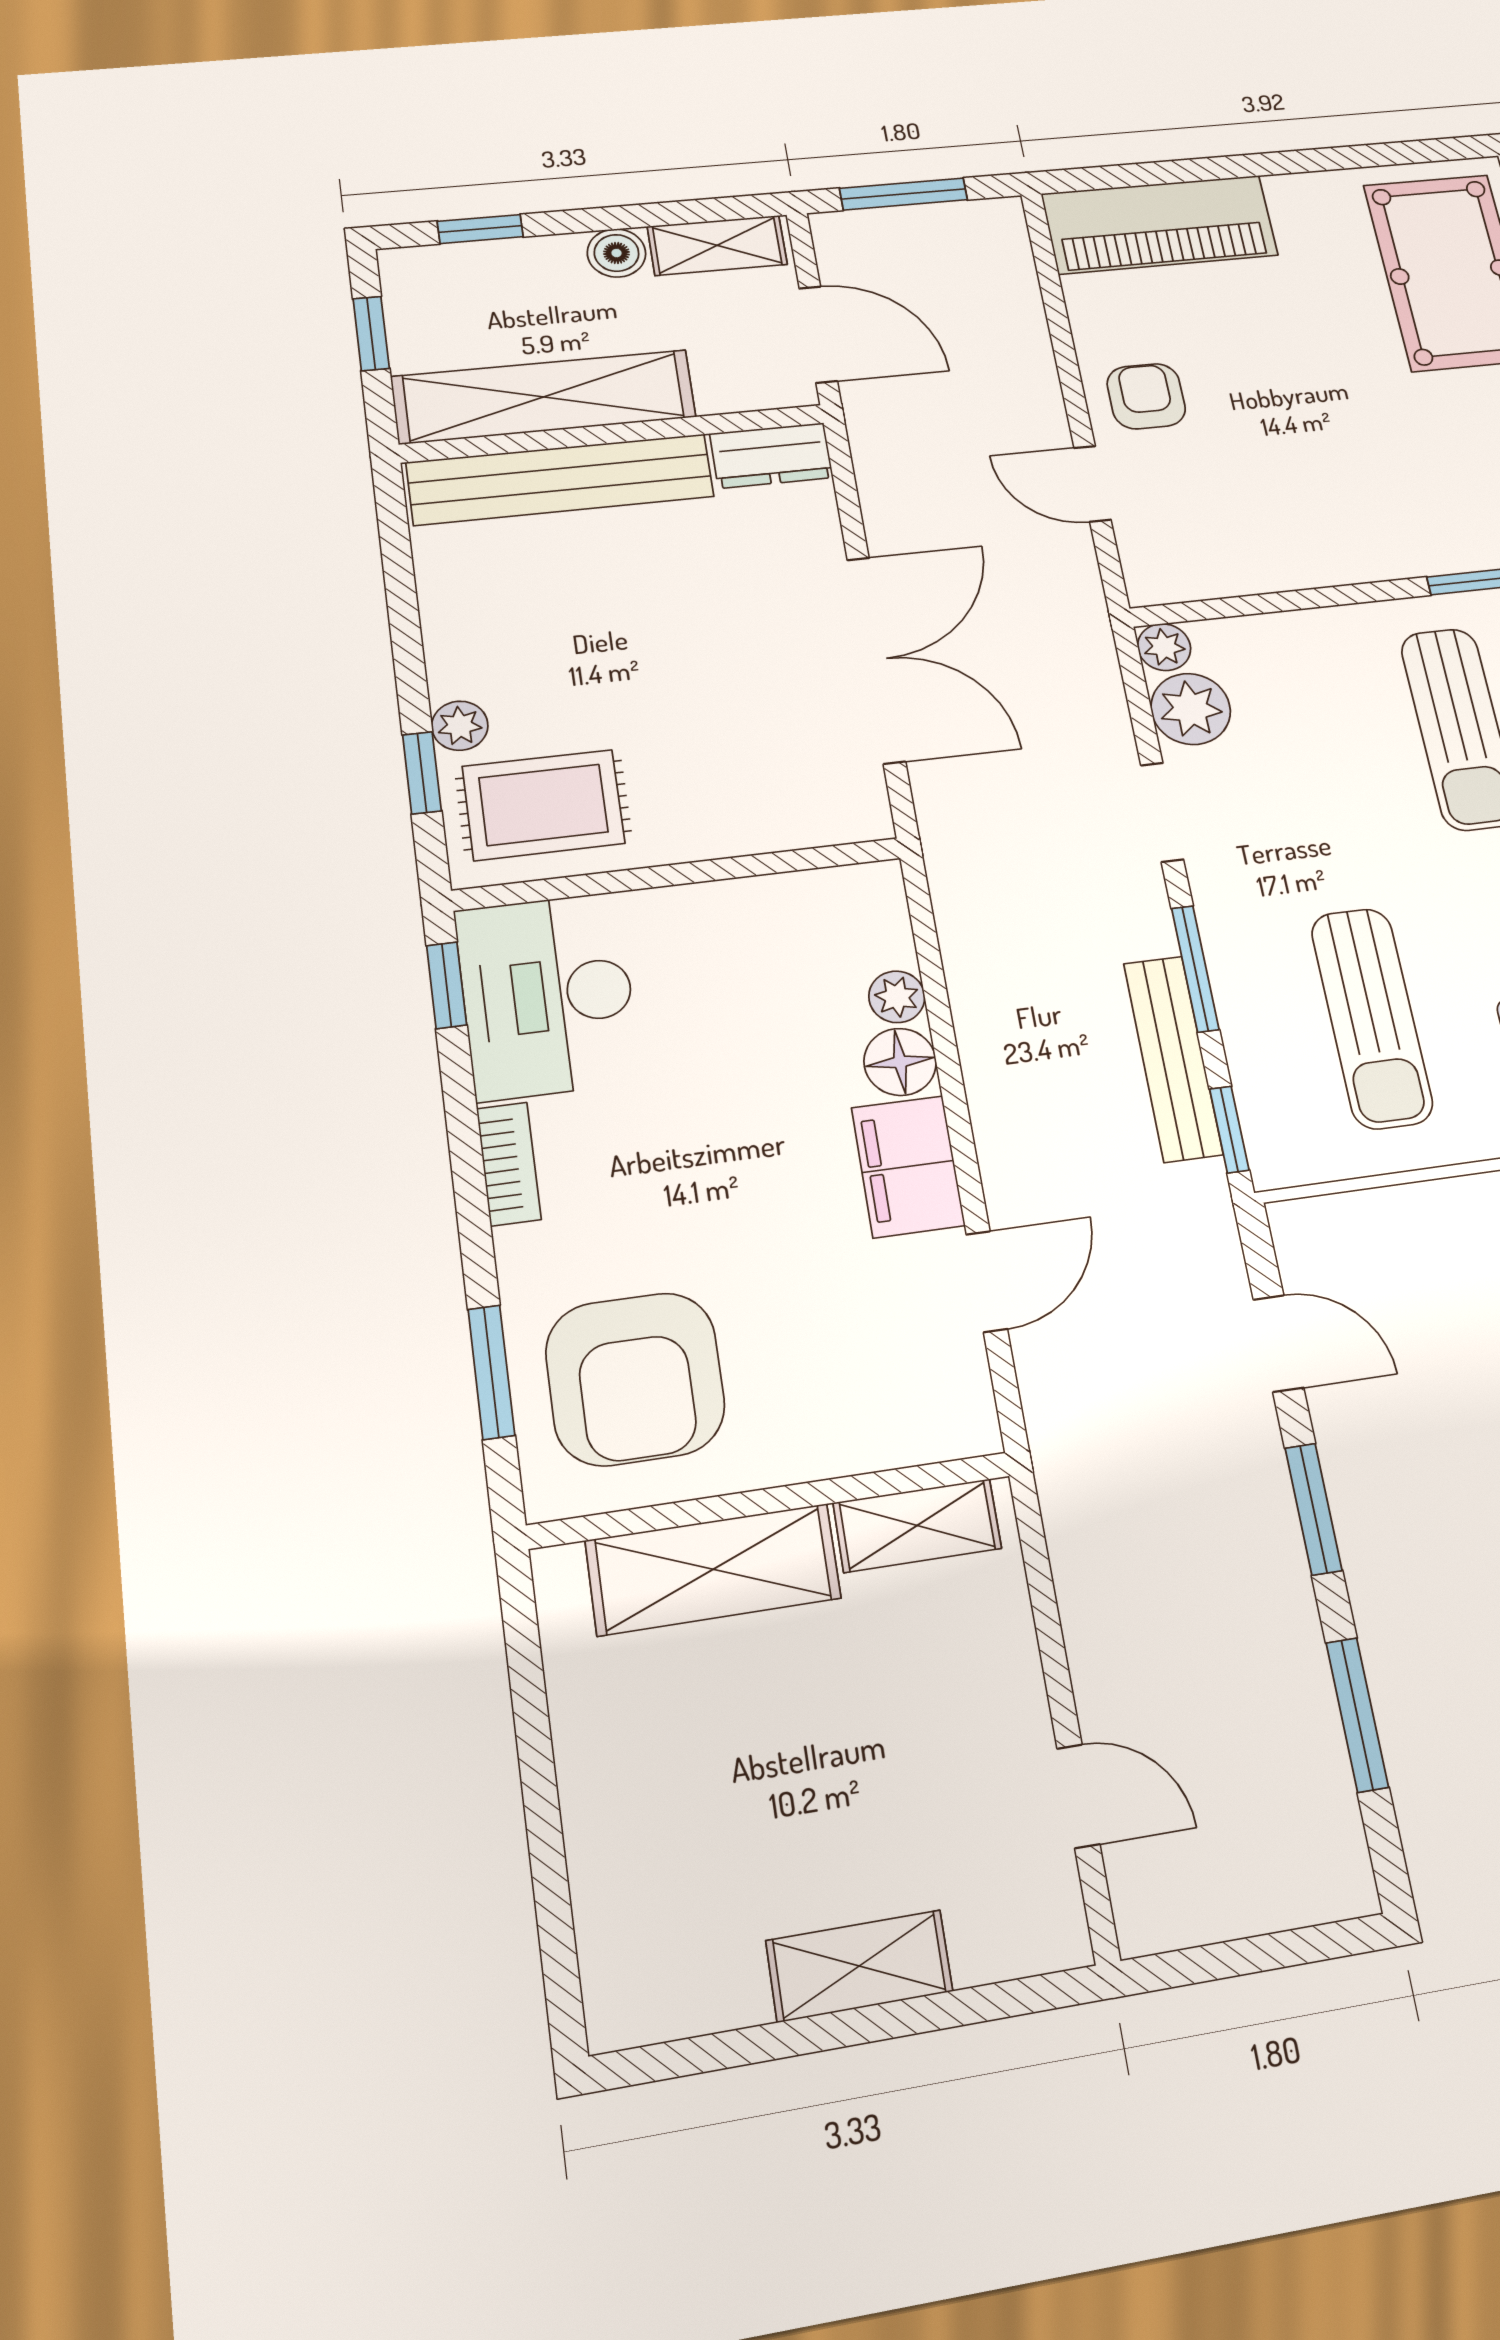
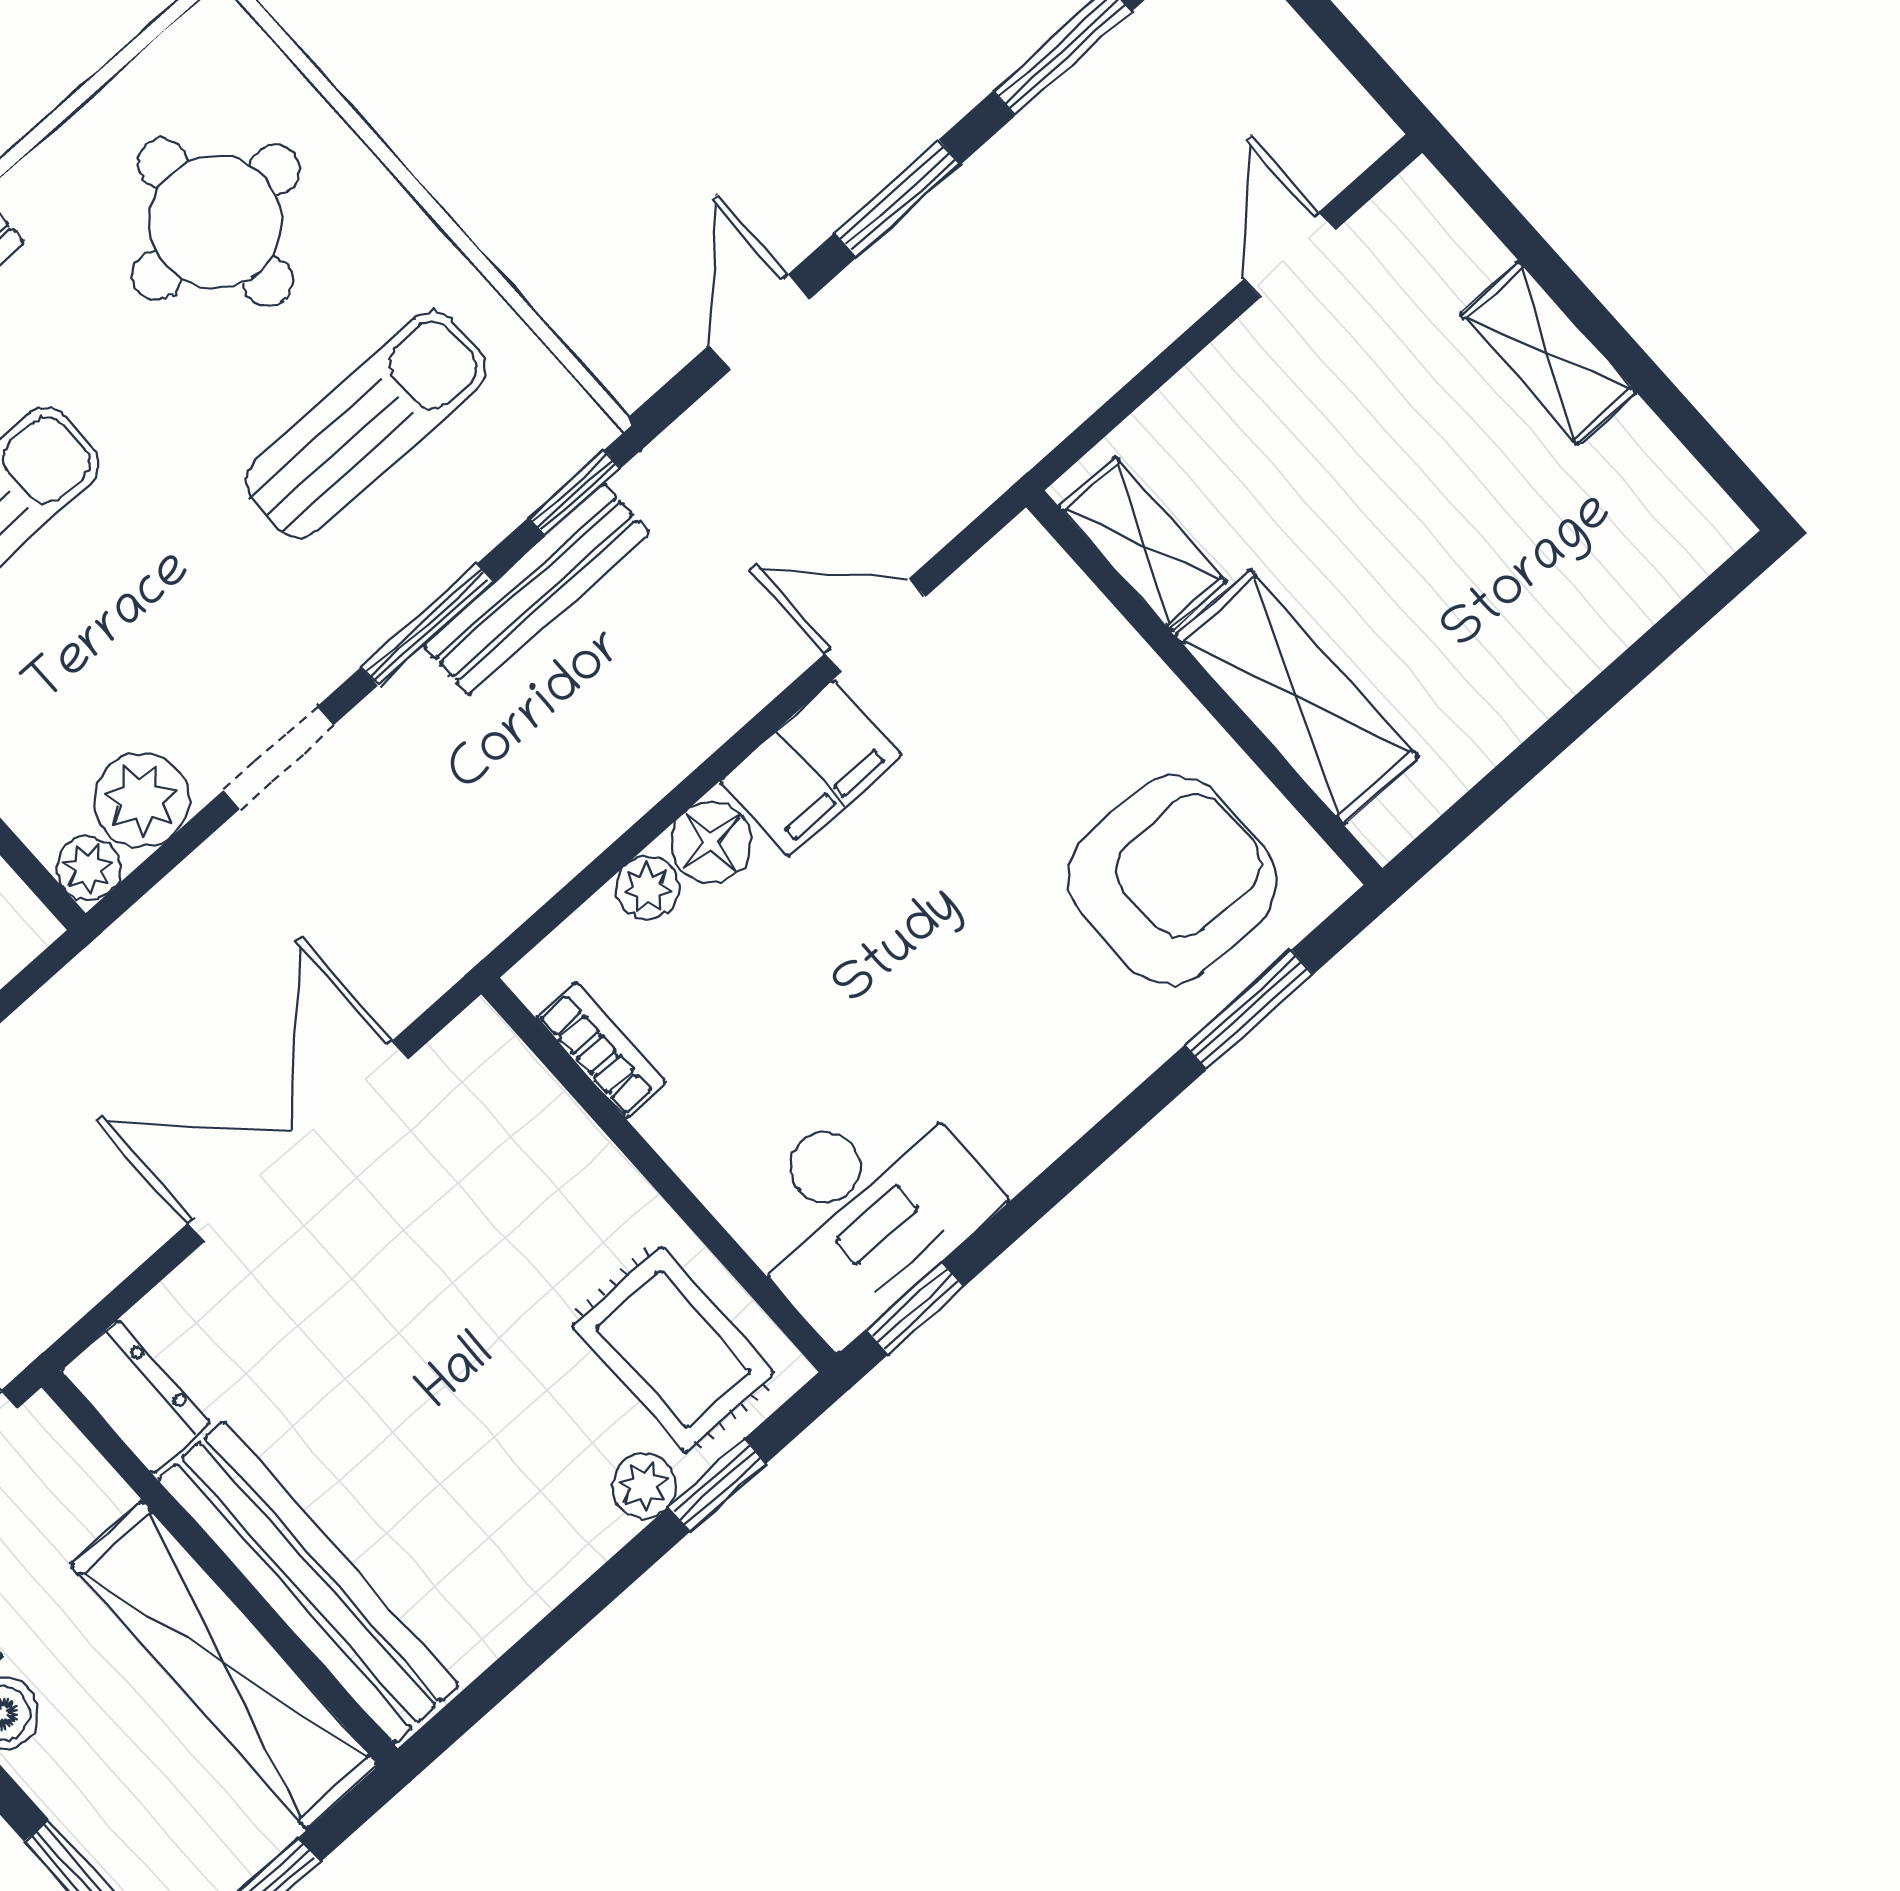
bookcase: (509, 1164) -> (601, 1050), moved, turned 90

